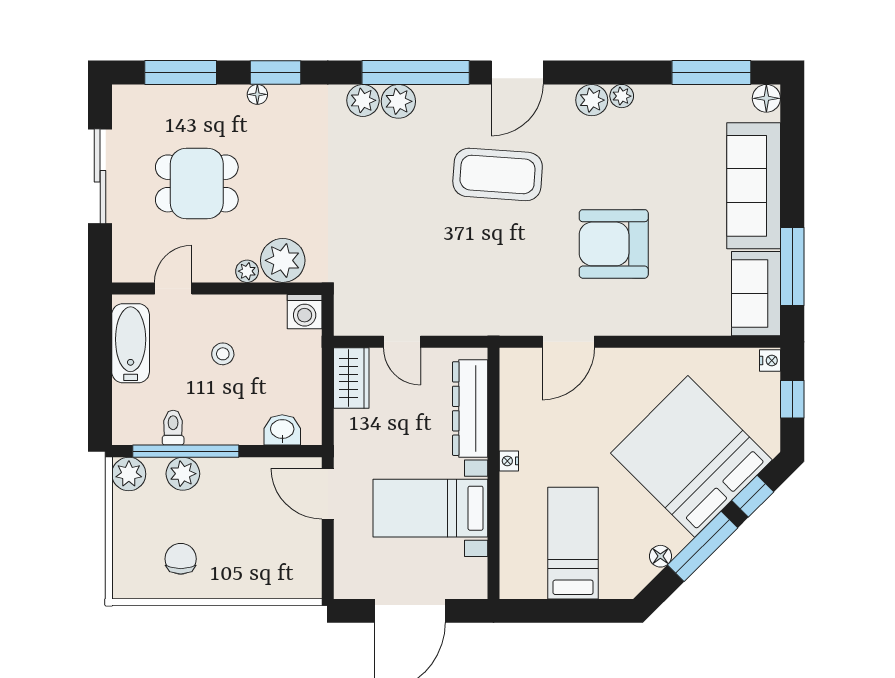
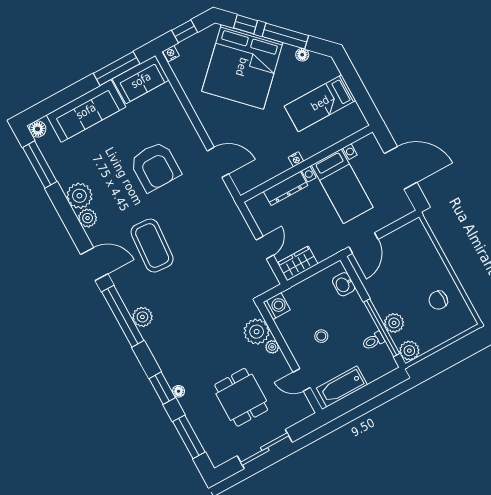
plant: (622, 96) -> (79, 196), width x1.87, depth x1.87
plant: (363, 100) -> (152, 335), removed
dresser: (470, 409) -> (286, 188), width x0.73, depth x0.80

